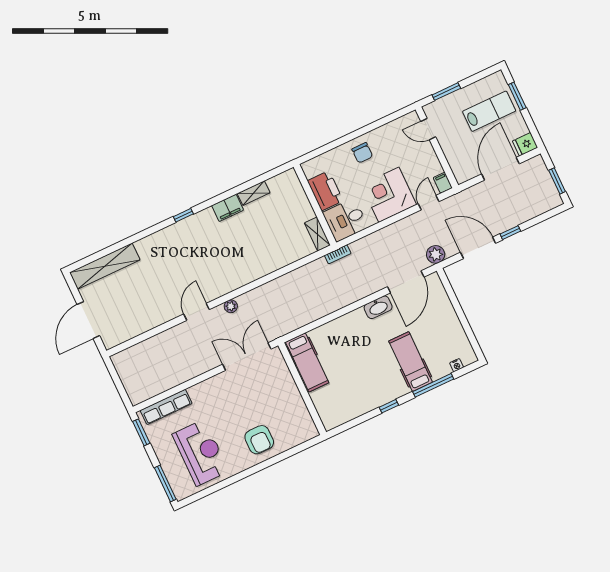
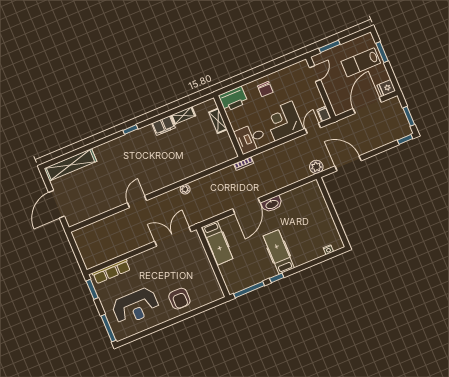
lab bench: (489, 111) -> (361, 62), turned 180
door: (428, 129) -> (315, 74), swing flipped
printer: (325, 191) -> (233, 99), moved, turned 90
window: (510, 233) -> (405, 139), moved
shelving: (317, 234) -> (218, 121), moved
door: (406, 282) -> (246, 206), moved
plant: (231, 306) -> (185, 189), moved
hospital bed: (411, 362) -> (279, 252), moved
window: (433, 385) -> (249, 290), moved
reception desk: (201, 453) -> (136, 306), turned 90

